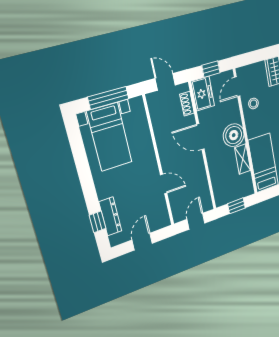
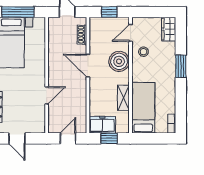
freezer: (203, 94) -> (102, 125), moved, turned -90
boiler: (234, 135) -> (119, 61), moved
door: (164, 184) -> (47, 95), hinge flipped
door: (142, 242) -> (17, 138), swing flipped

